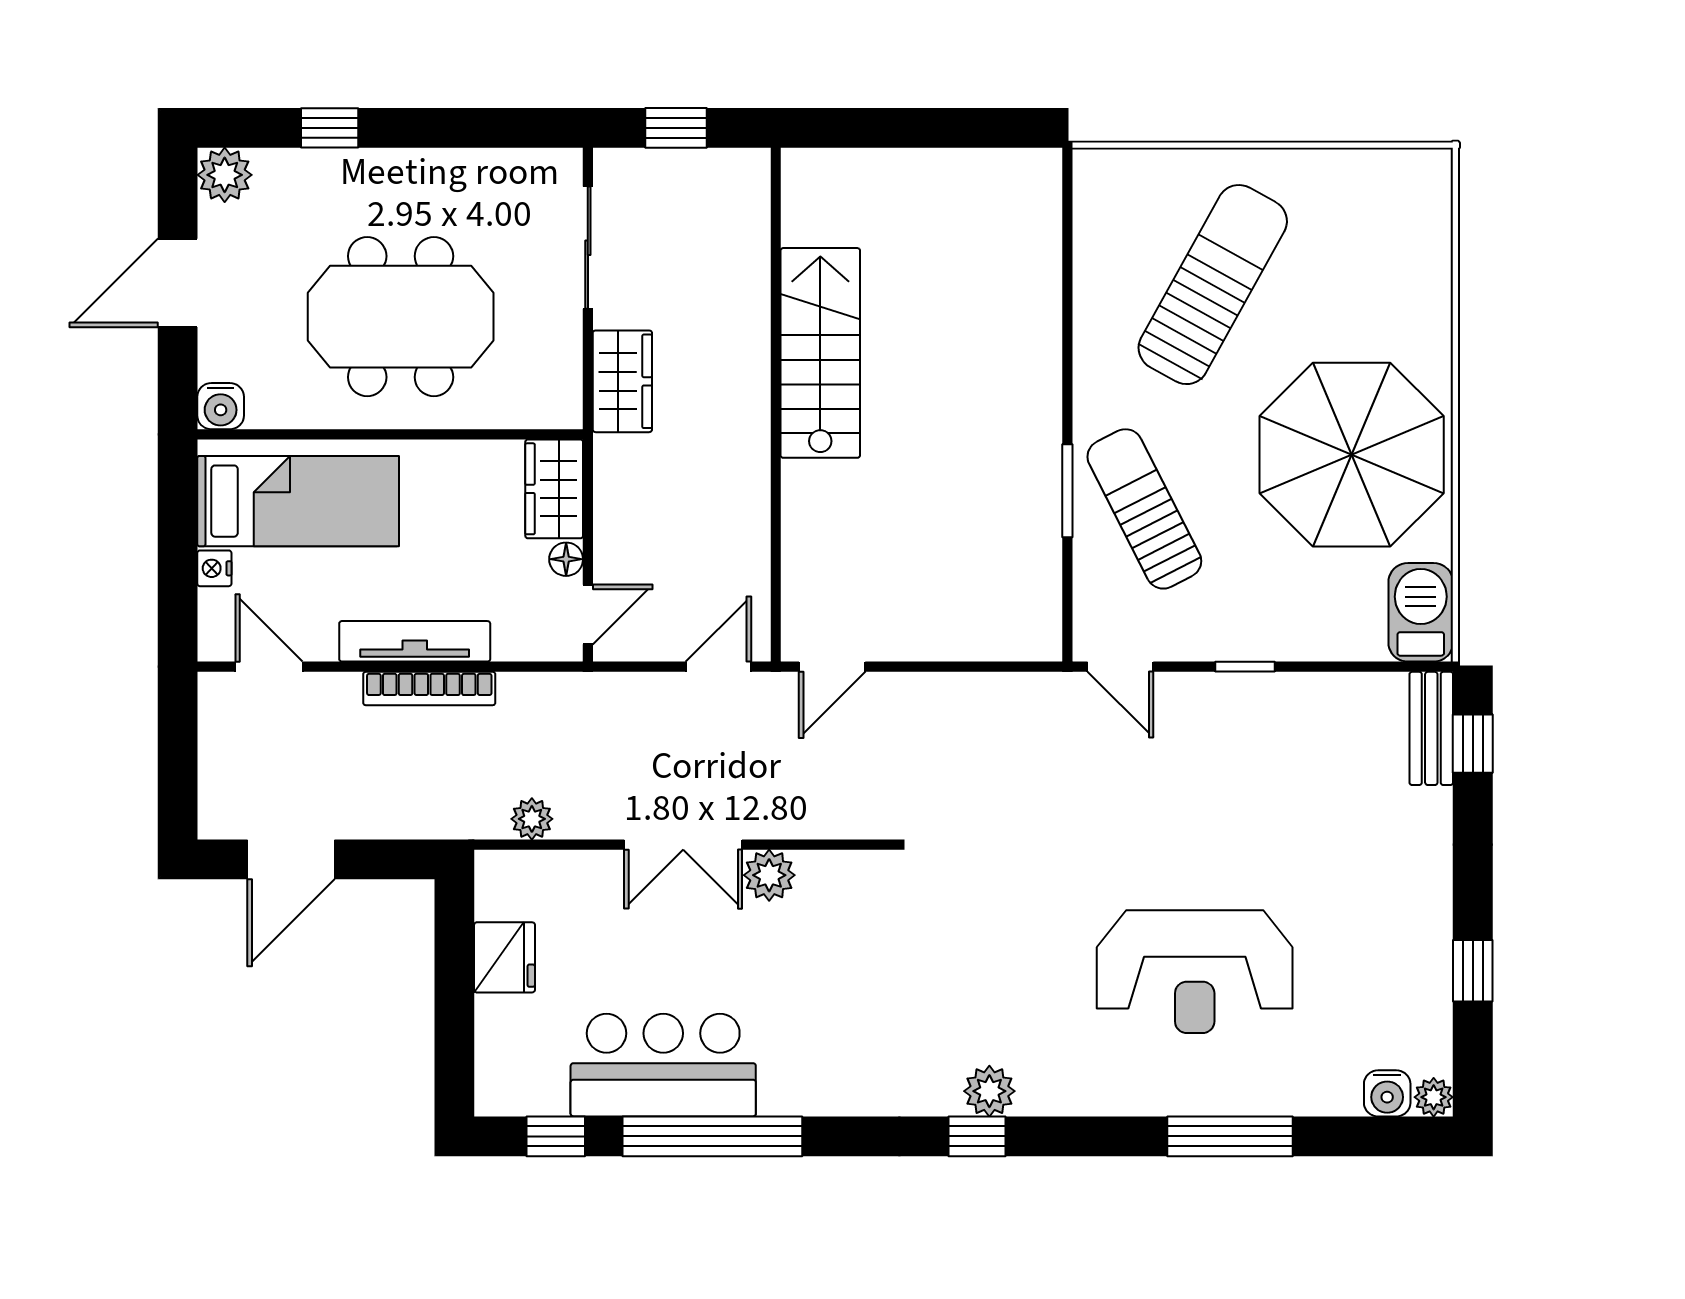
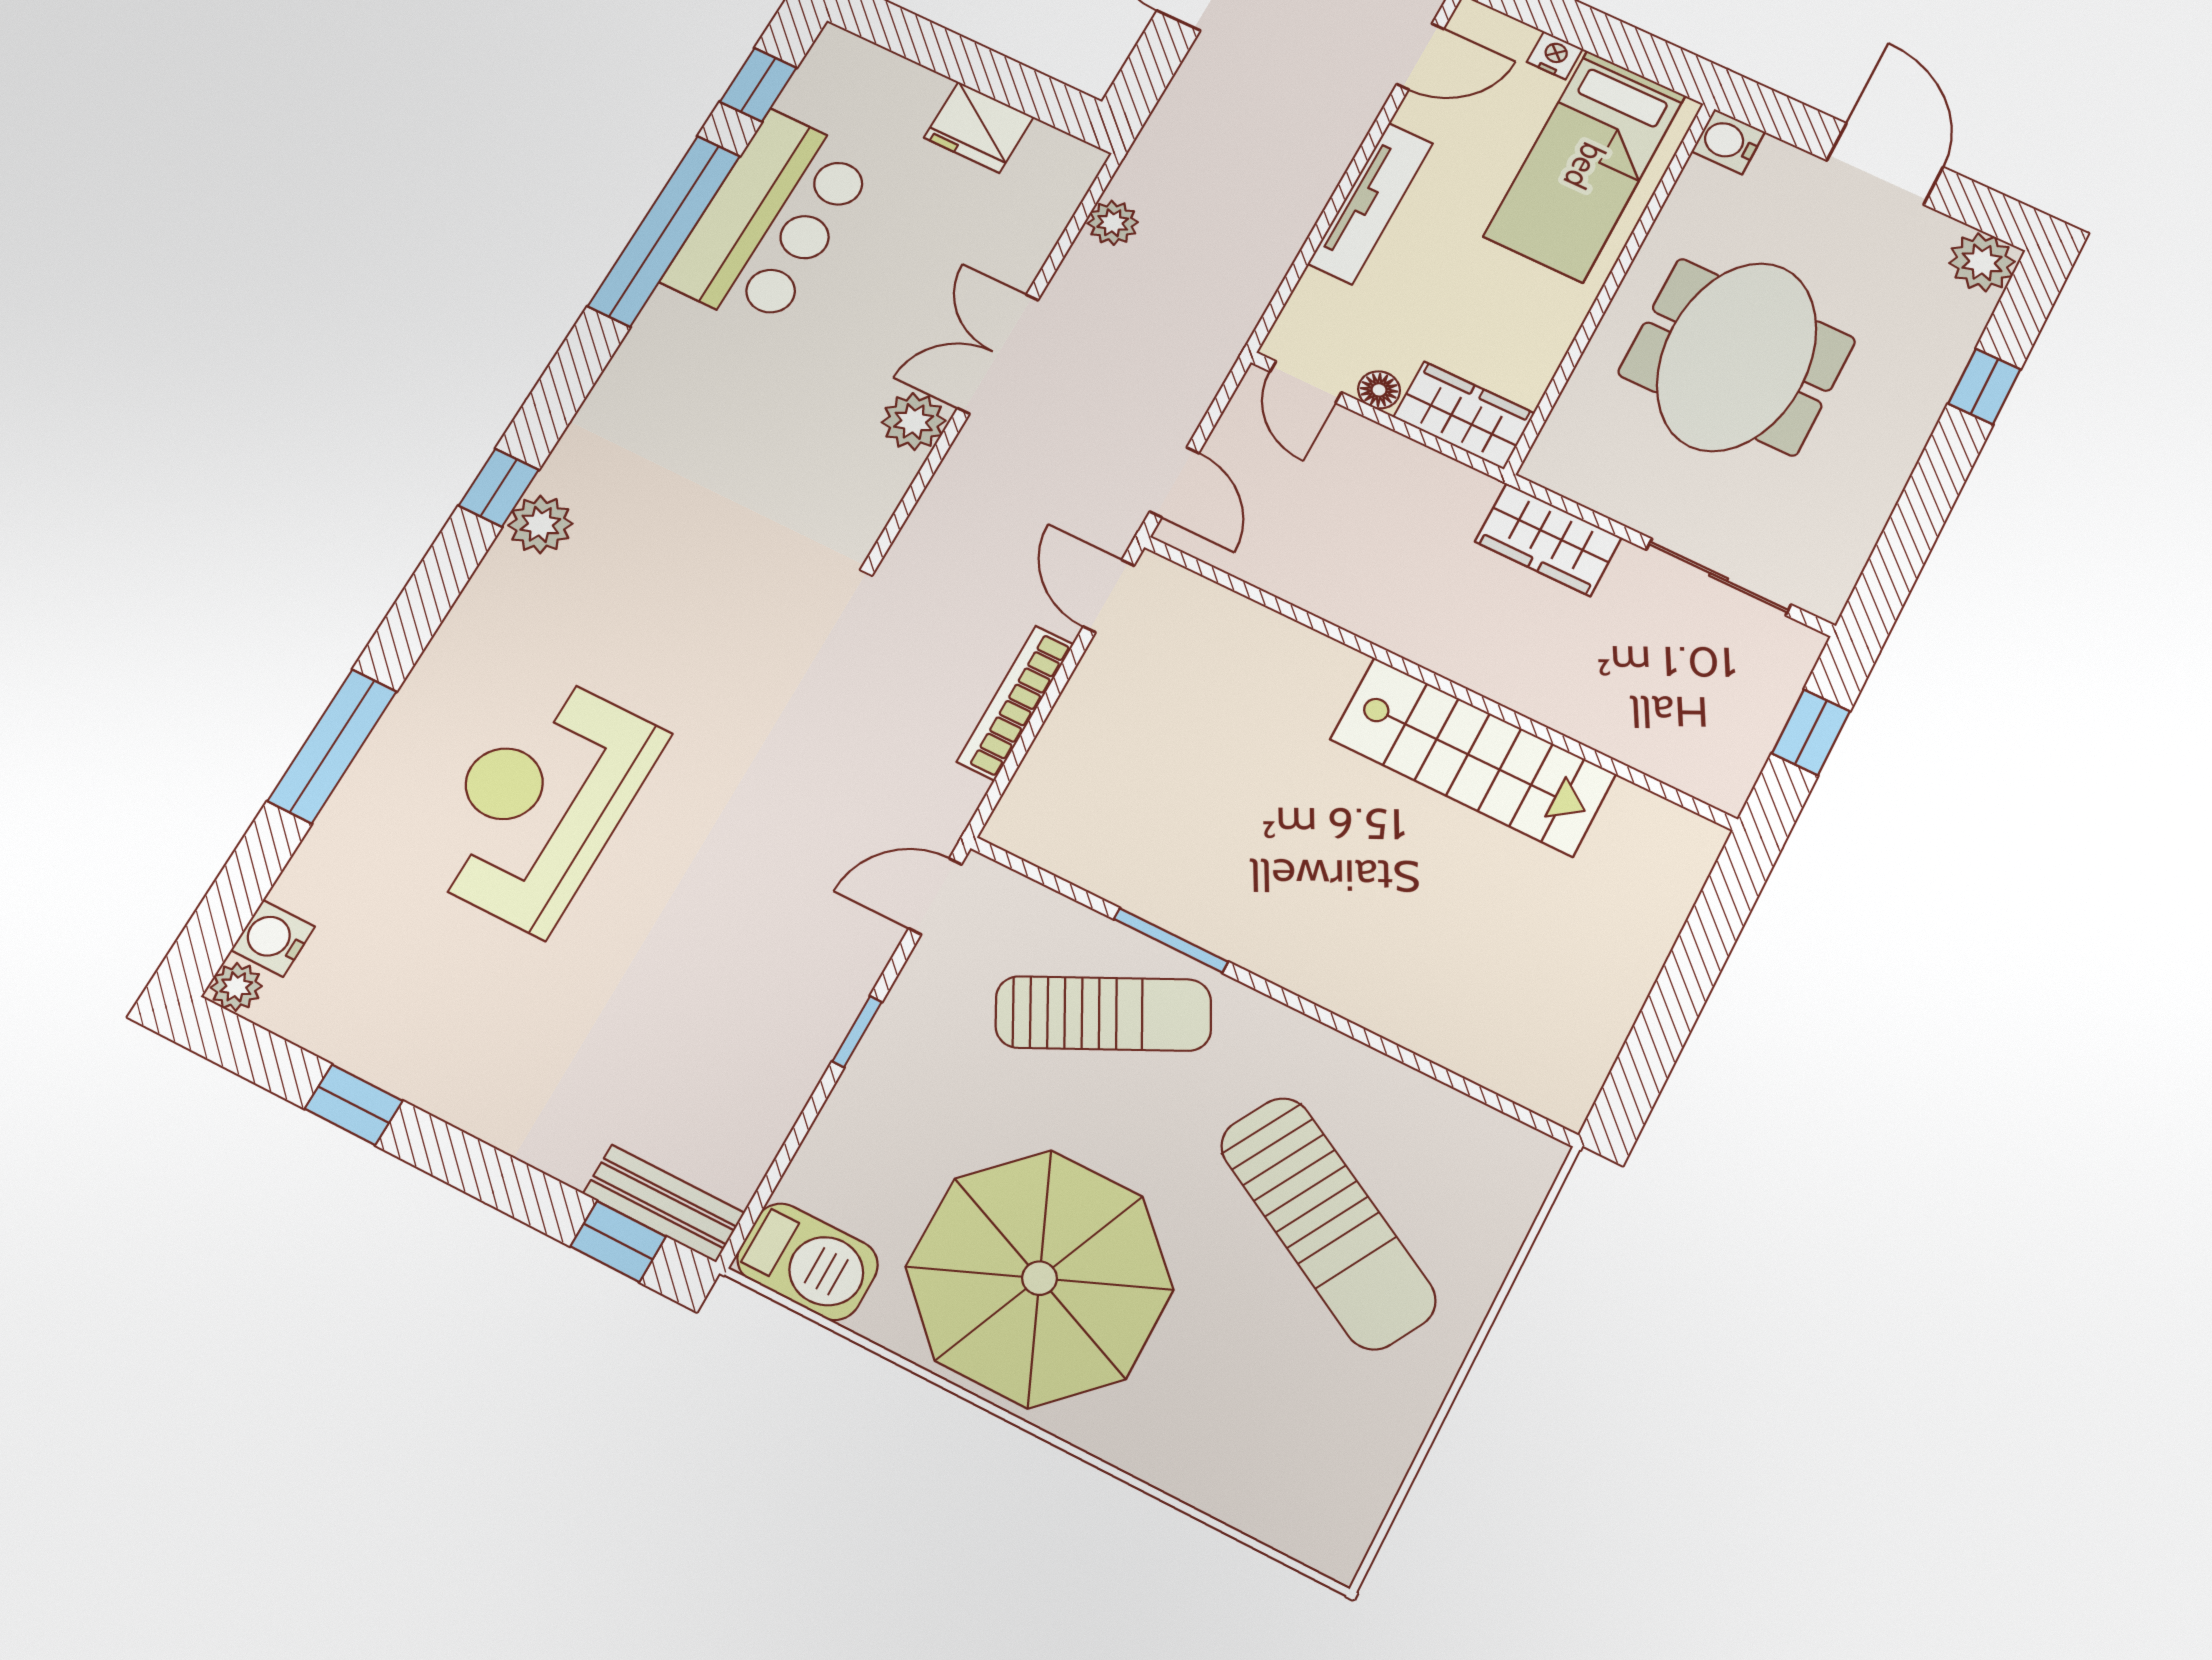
bookcase: (429, 688) -> (1015, 703), moved

